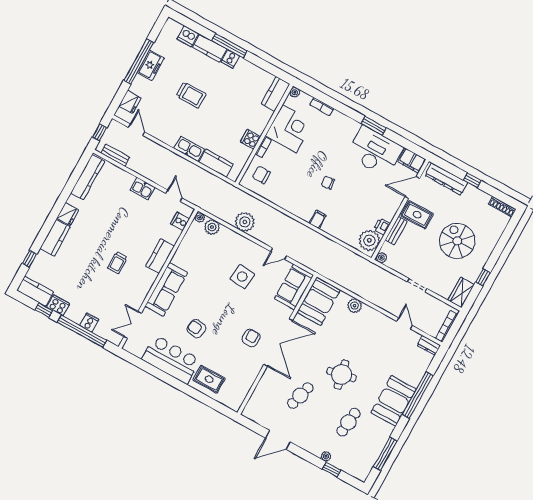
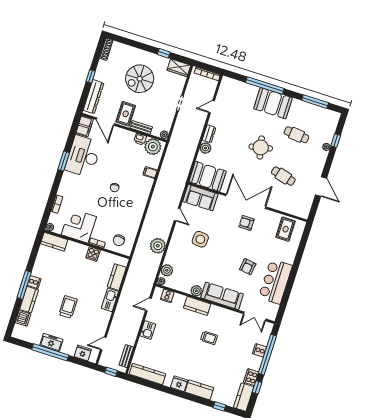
filing cabinet: (318, 219) -> (150, 172), moved
plant: (179, 259) -> (196, 291), added
dresser: (429, 345) -> (209, 134), moved
rug: (209, 379) -> (286, 229), moved

